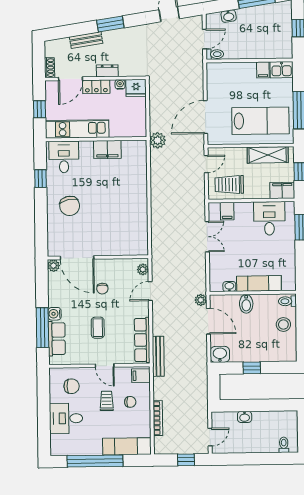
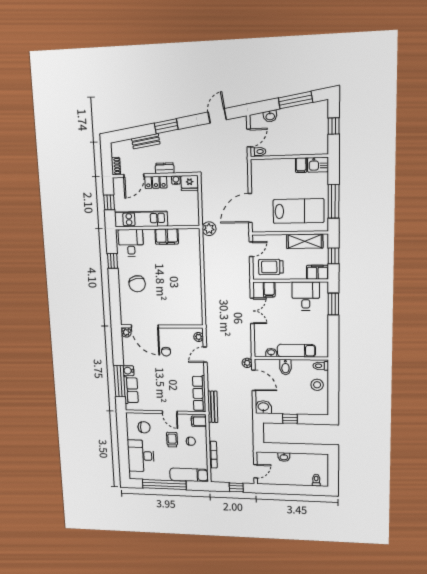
coffee table: (98, 328) -> (163, 383), removed
desk: (66, 418) -> (141, 456), width x1.37

